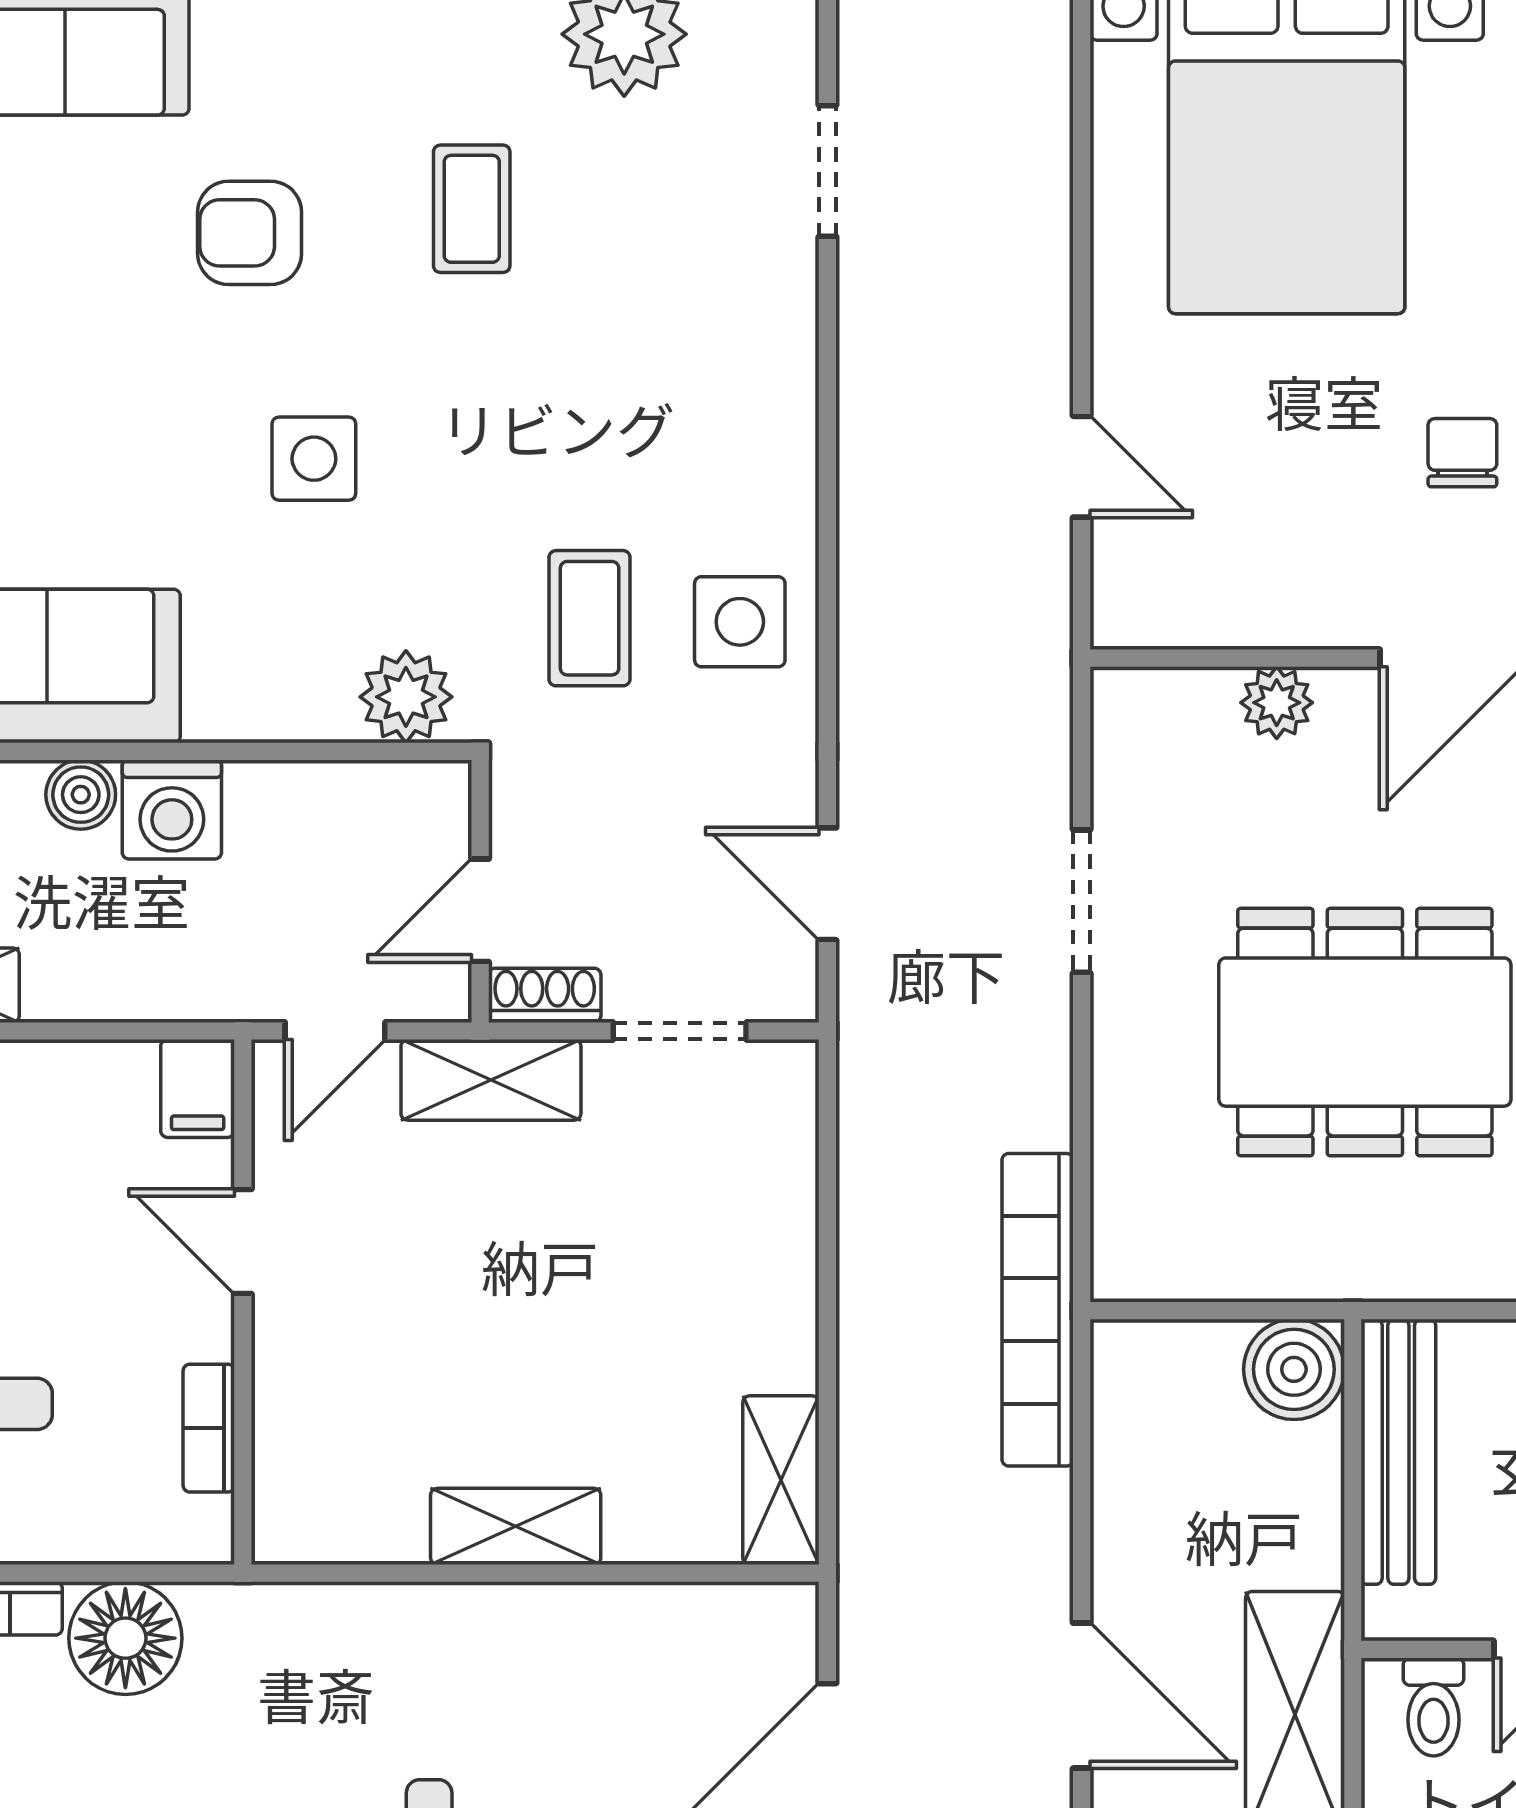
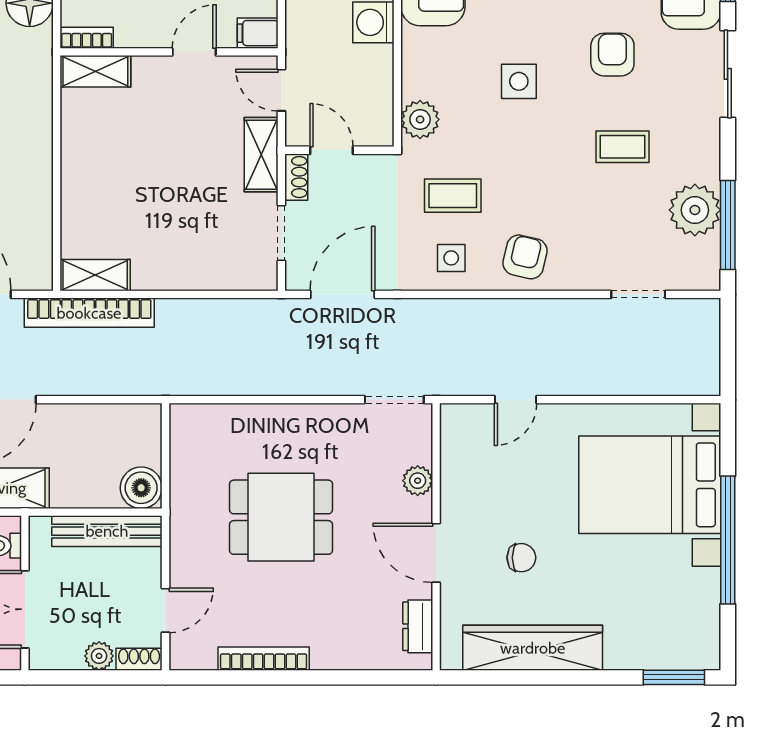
armchair: (737, 444) -> (525, 257), added
side table: (740, 622) -> (451, 258), width x0.73, depth x0.73
door: (827, 884) -> (342, 294), width x1.38
doorway: (1082, 901) -> (394, 400), moved
dining table: (1365, 1032) -> (281, 517), width x0.73
bookcase: (1038, 1310) -> (89, 313), moved, turned 180
bookcase: (209, 1428) -> (87, 38), moved
shelving: (516, 1526) -> (95, 71), moved, turned 90

